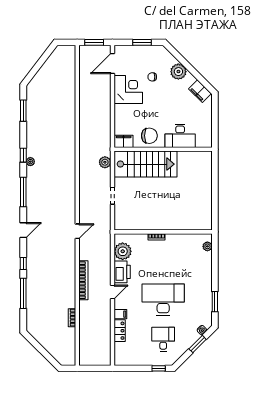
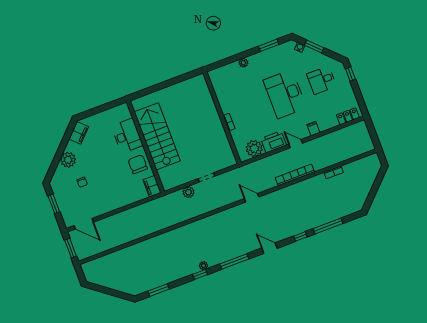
corner desk: (128, 89) -> (102, 200), removed
plant: (105, 162) -> (188, 192), moved
stairs: (146, 164) -> (157, 136), moved
plant: (207, 246) -> (243, 63), moved
locker: (120, 331) -> (348, 116), moved

